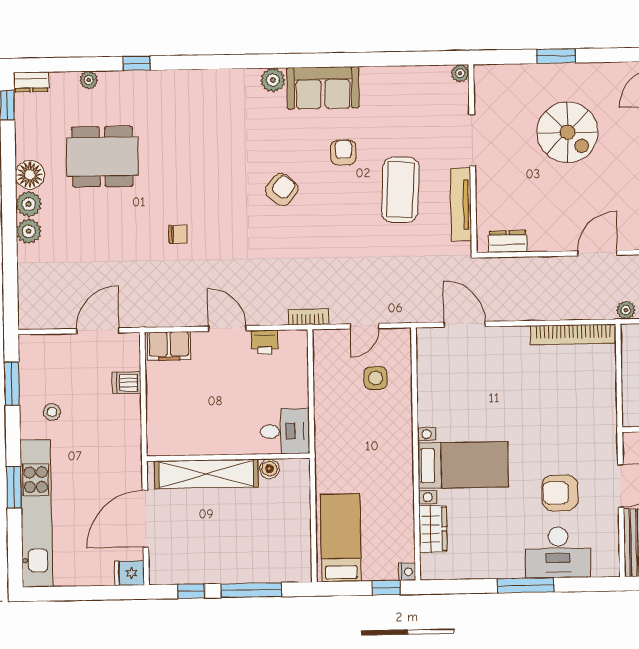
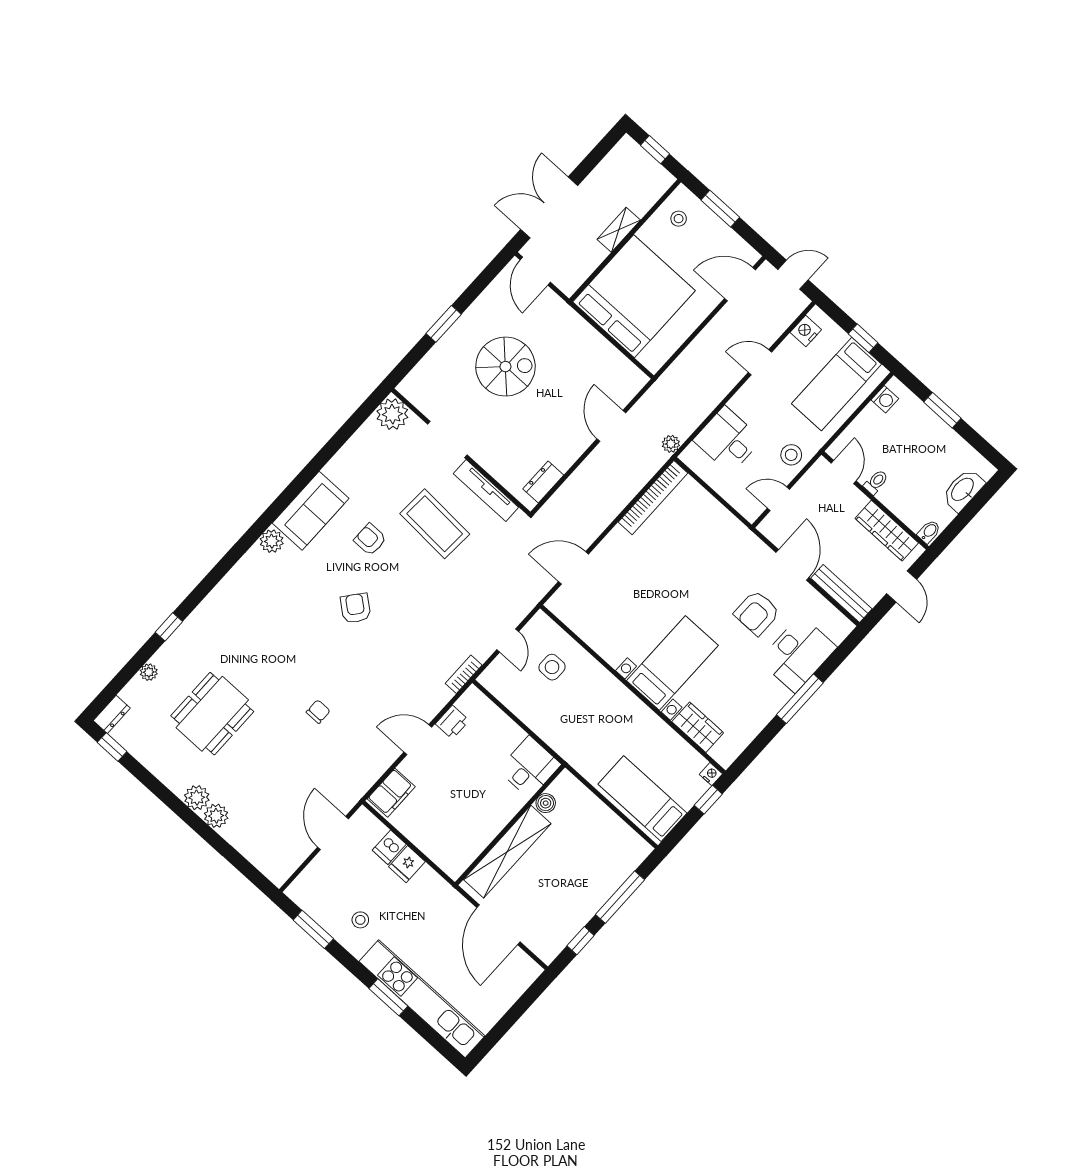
plant: (460, 73) -> (392, 414), width x1.87, depth x1.87
floor lamp: (30, 175) -> (177, 777), removed
fridge: (129, 573) -> (407, 864), moved

